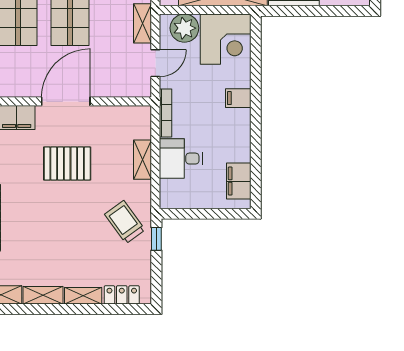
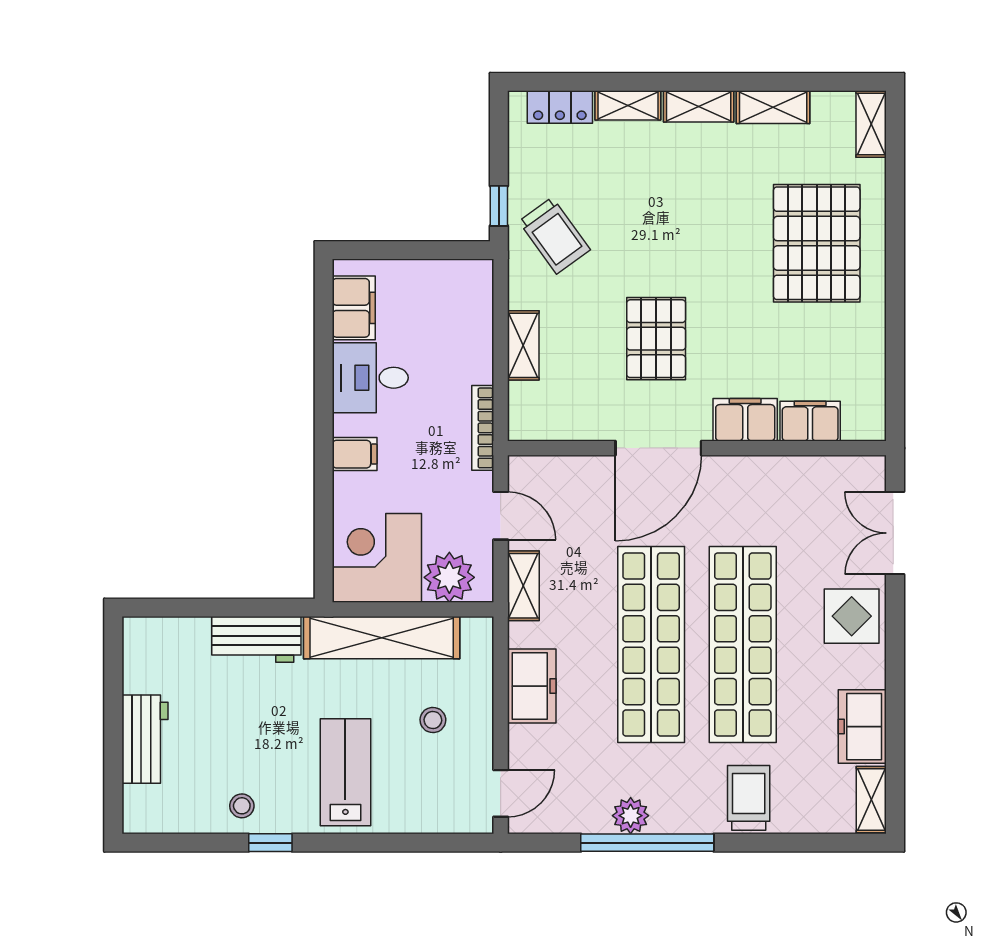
door: (155, 63) -> (501, 516), swing flipped
desk: (181, 159) -> (370, 378), moved, turned 180
pallet: (67, 164) -> (656, 339), turned 90

